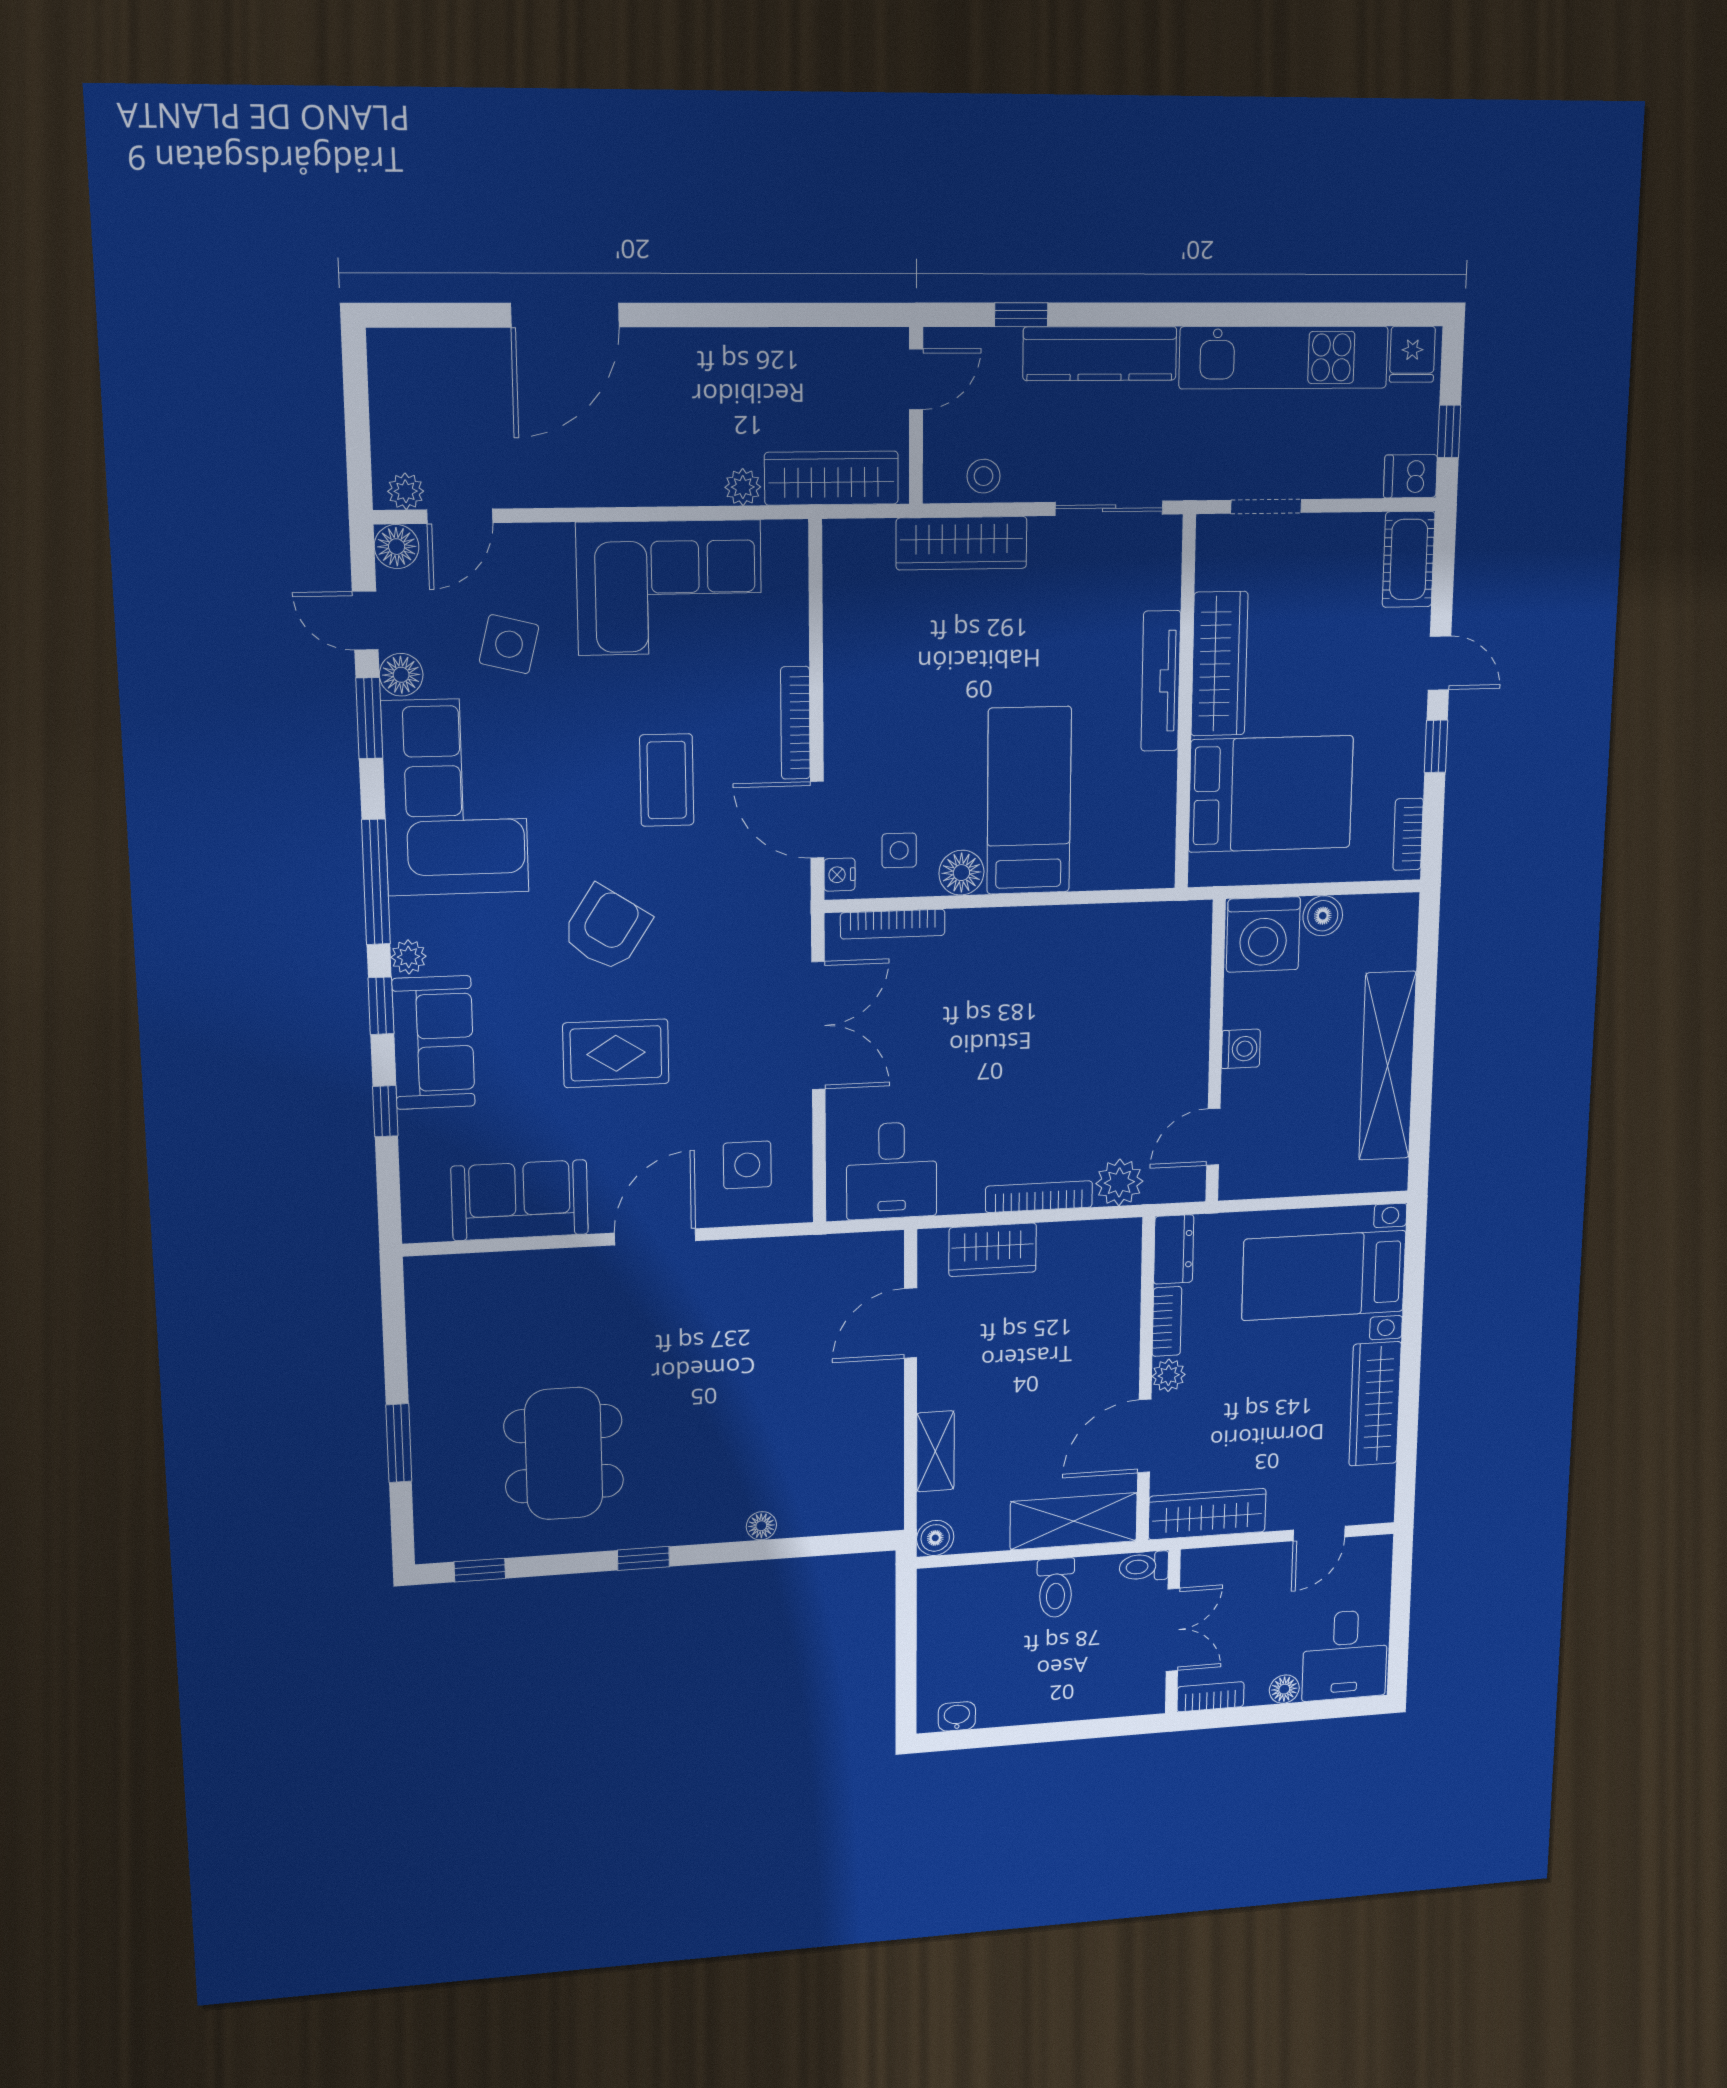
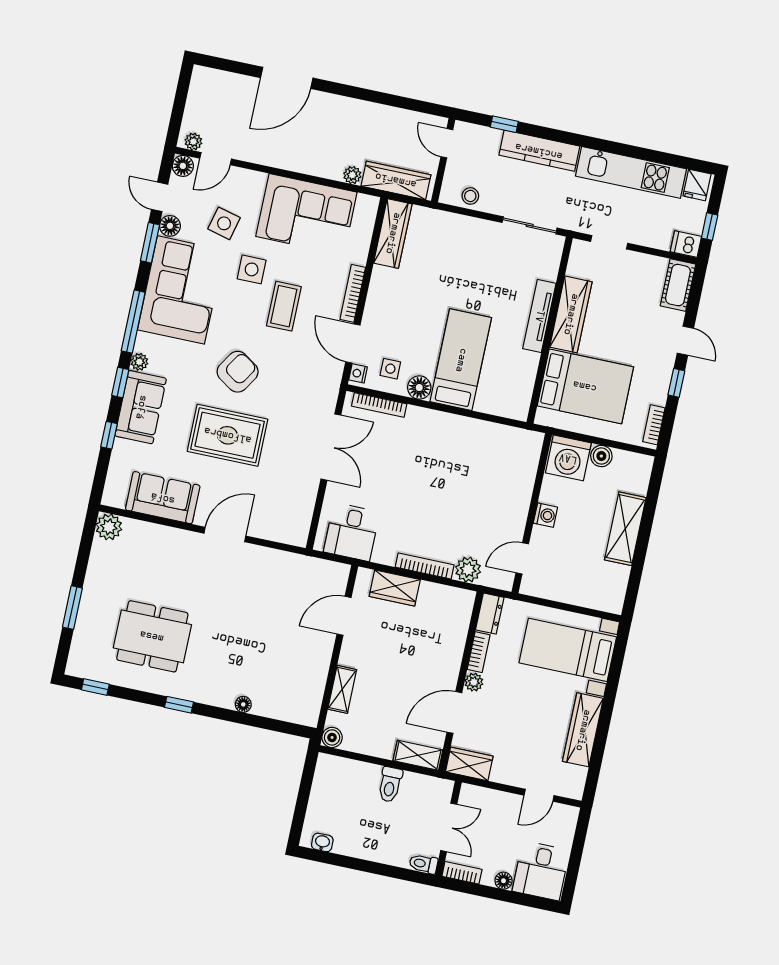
door: (916, 379) -> (447, 143), swing flipped
wardrobe: (962, 543) -> (393, 233), moved, turned -90
rug: (616, 1053) -> (228, 435), width x1.36, depth x1.43
shelving: (1387, 1066) -> (625, 529), width x0.68
side table: (747, 1165) -> (252, 269), moved
plant: (430, 1280) -> (109, 527), added
dining table: (564, 1454) -> (152, 636), turned 90
wardrobe: (1207, 1514) -> (469, 764), width x0.67
shelving: (1074, 1521) -> (418, 755), width x0.67, depth x0.75
toilet: (1144, 1567) -> (423, 864), moved

